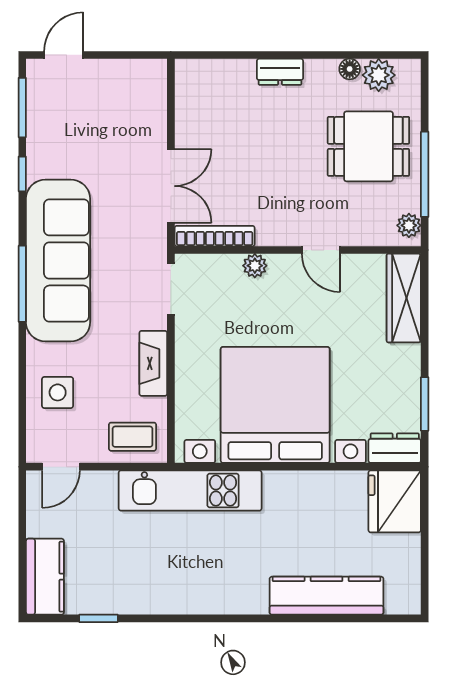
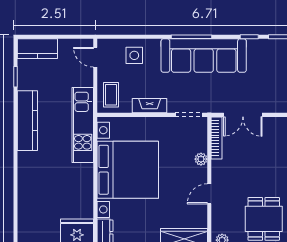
kitchen counter: (327, 596) -> (27, 121), moved

